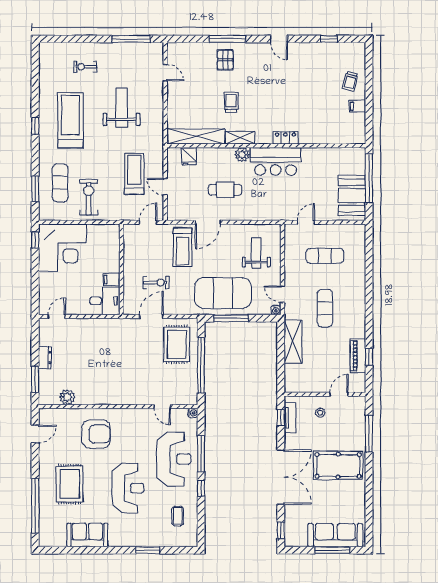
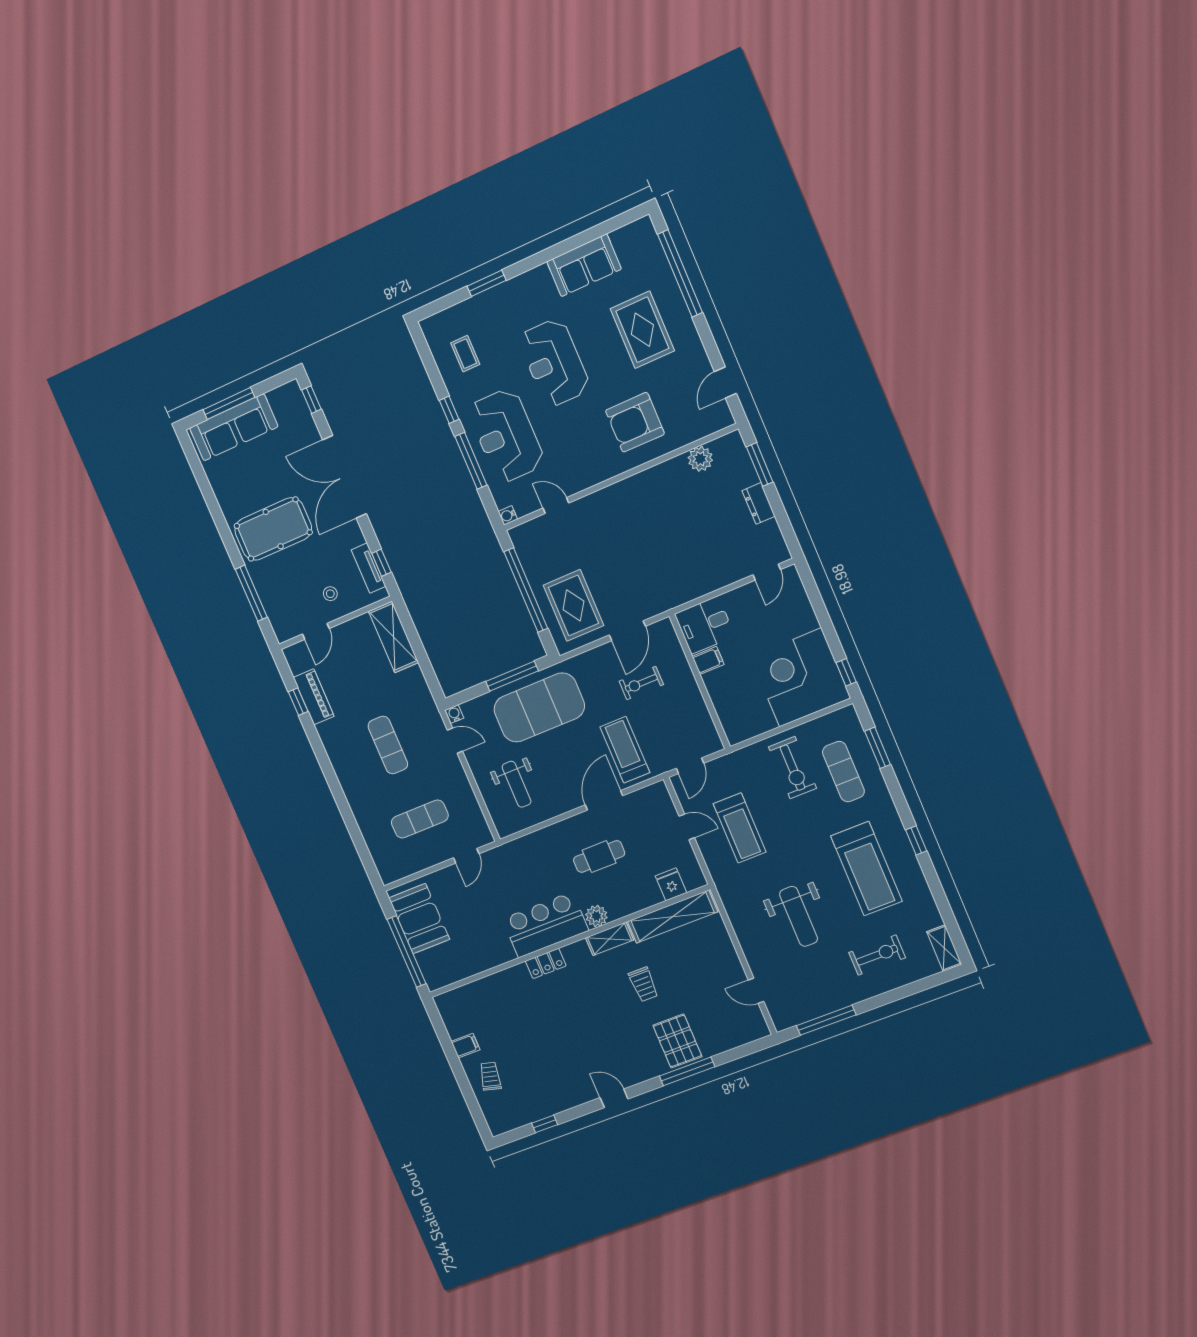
shelving: (45, 56) -> (944, 948), added
pallet: (225, 60) -> (677, 1041), width x1.50, depth x1.42
exercise bike: (85, 67) -> (877, 955), width x1.38, depth x1.39
shelving: (293, 342) -> (393, 637), moved

